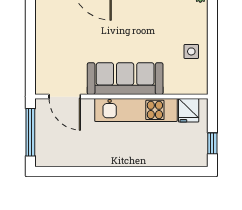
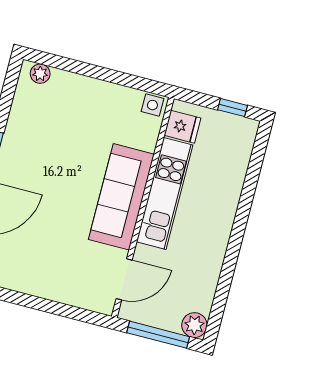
side table: (191, 51) -> (152, 105), moved
plant: (45, 157) -> (194, 325), added

